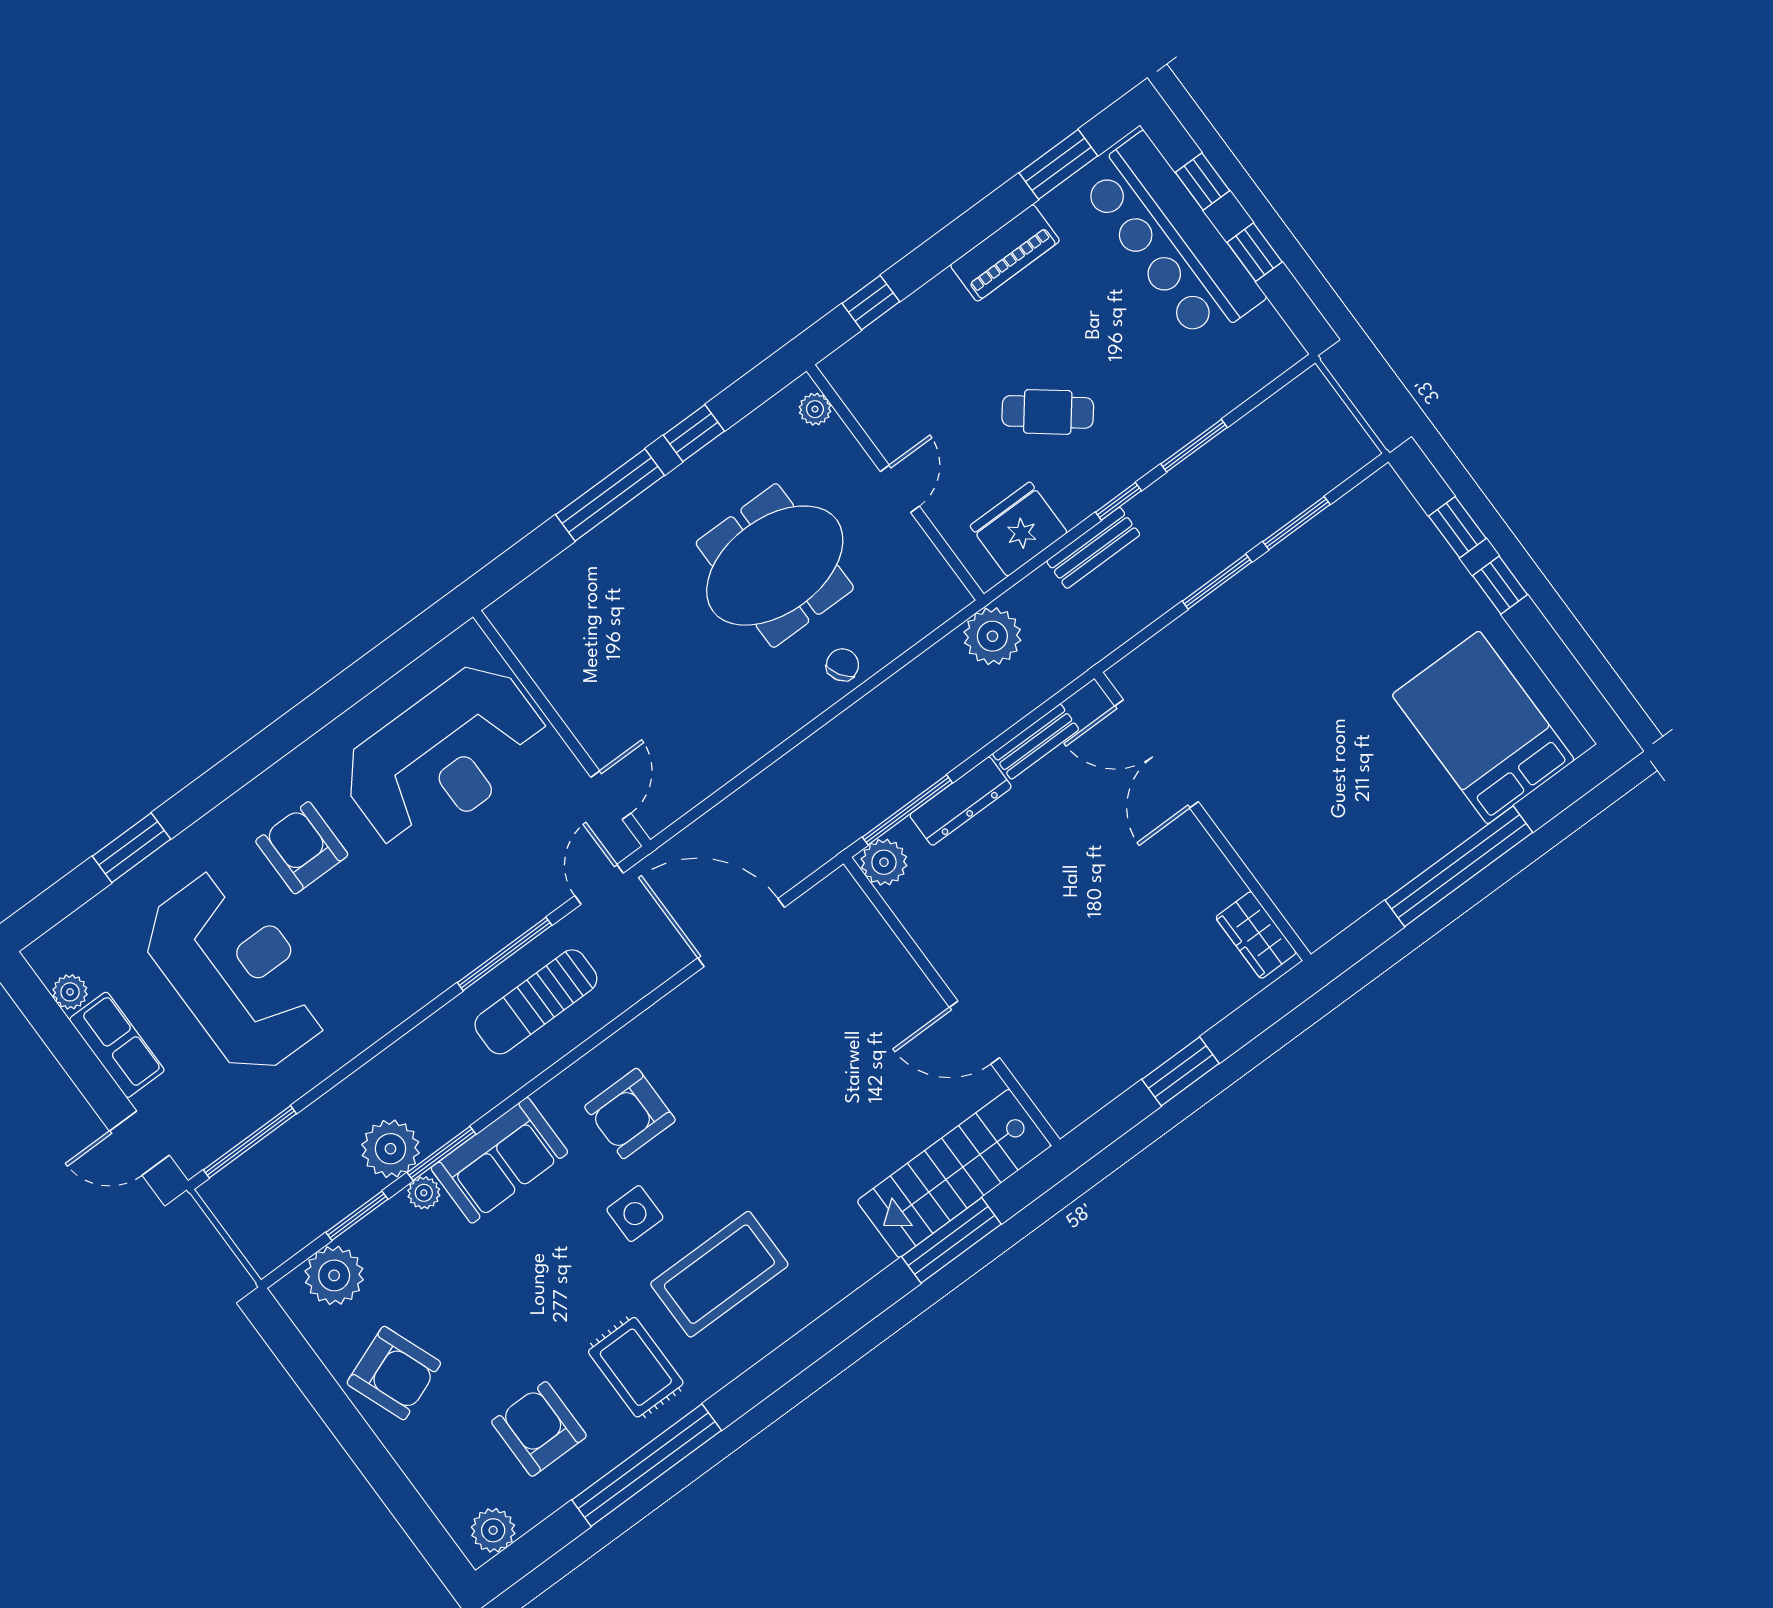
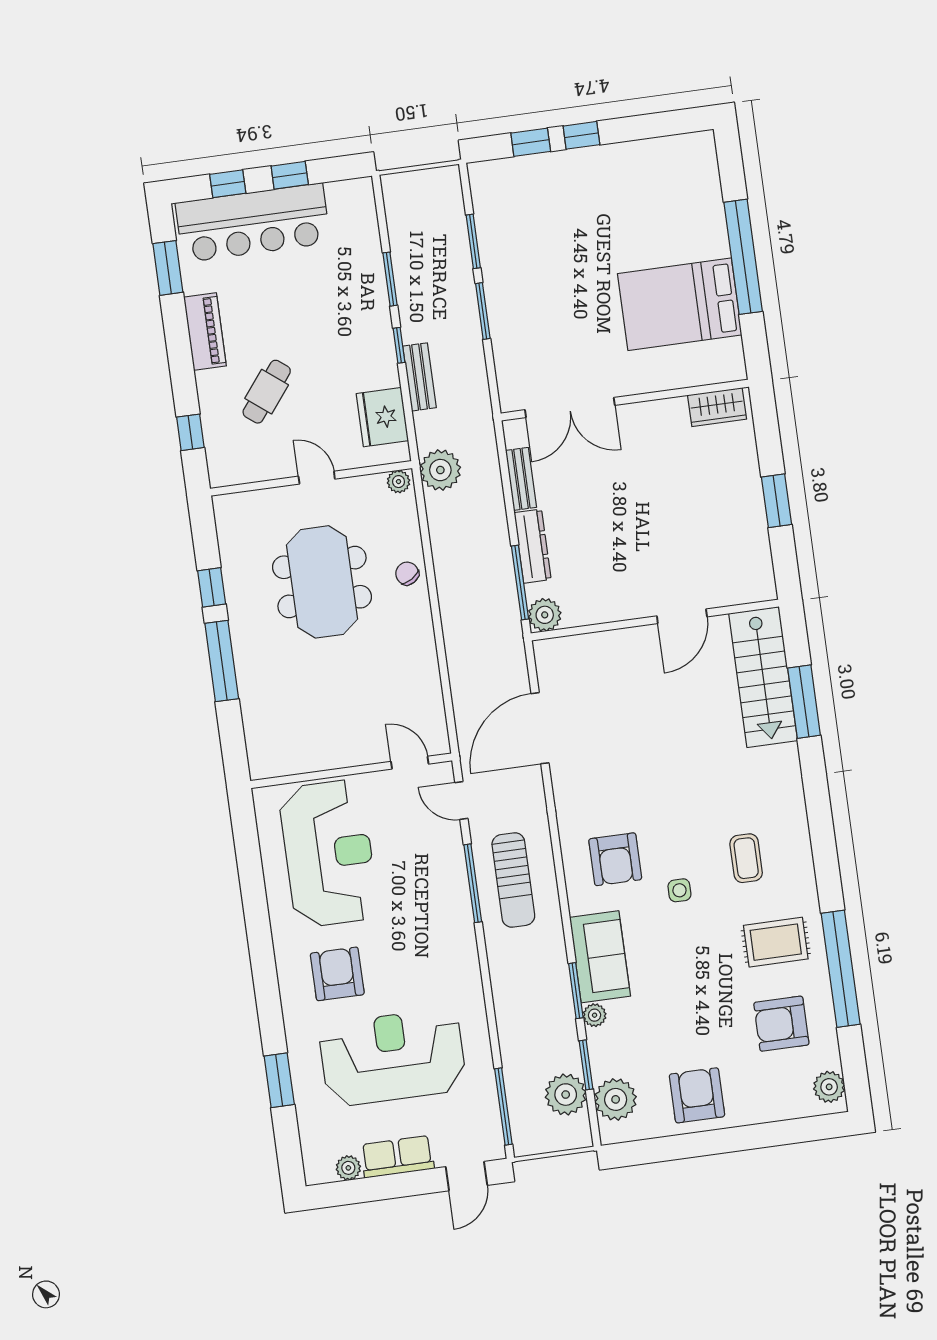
plant: (815, 409) -> (399, 482), moved
cafe table: (1048, 412) -> (267, 392), moved
bed: (1483, 727) -> (680, 304), moved
armchair: (302, 848) -> (337, 974), turned 90
plant: (390, 1149) -> (566, 1095), moved
side table: (635, 1214) -> (679, 890), width x0.73, depth x0.73
coffee table: (719, 1274) -> (746, 858), width x0.54, depth x0.58
armchair: (394, 1373) -> (697, 1095), turned -69

